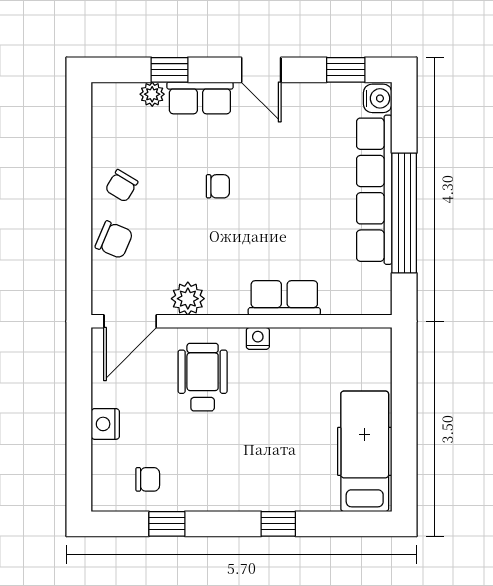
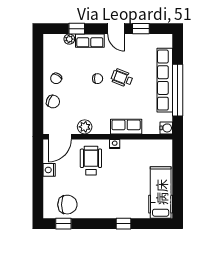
window: (346, 70) -> (141, 29), moved
water cooler: (378, 98) -> (166, 128), moved
wheelchair: (275, 185) -> (122, 78), added
nightstand: (105, 424) -> (49, 170), moved
chair: (148, 479) -> (67, 205), width x1.87, depth x1.87
window: (167, 524) -> (63, 224), moved

